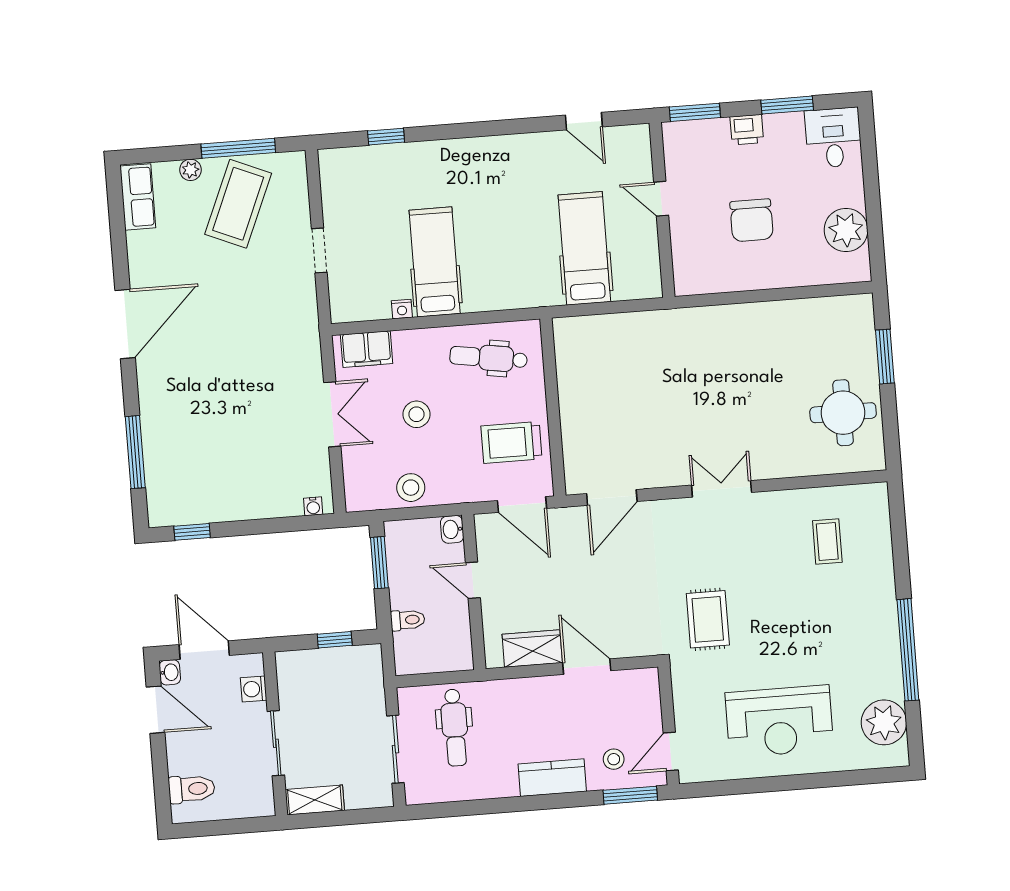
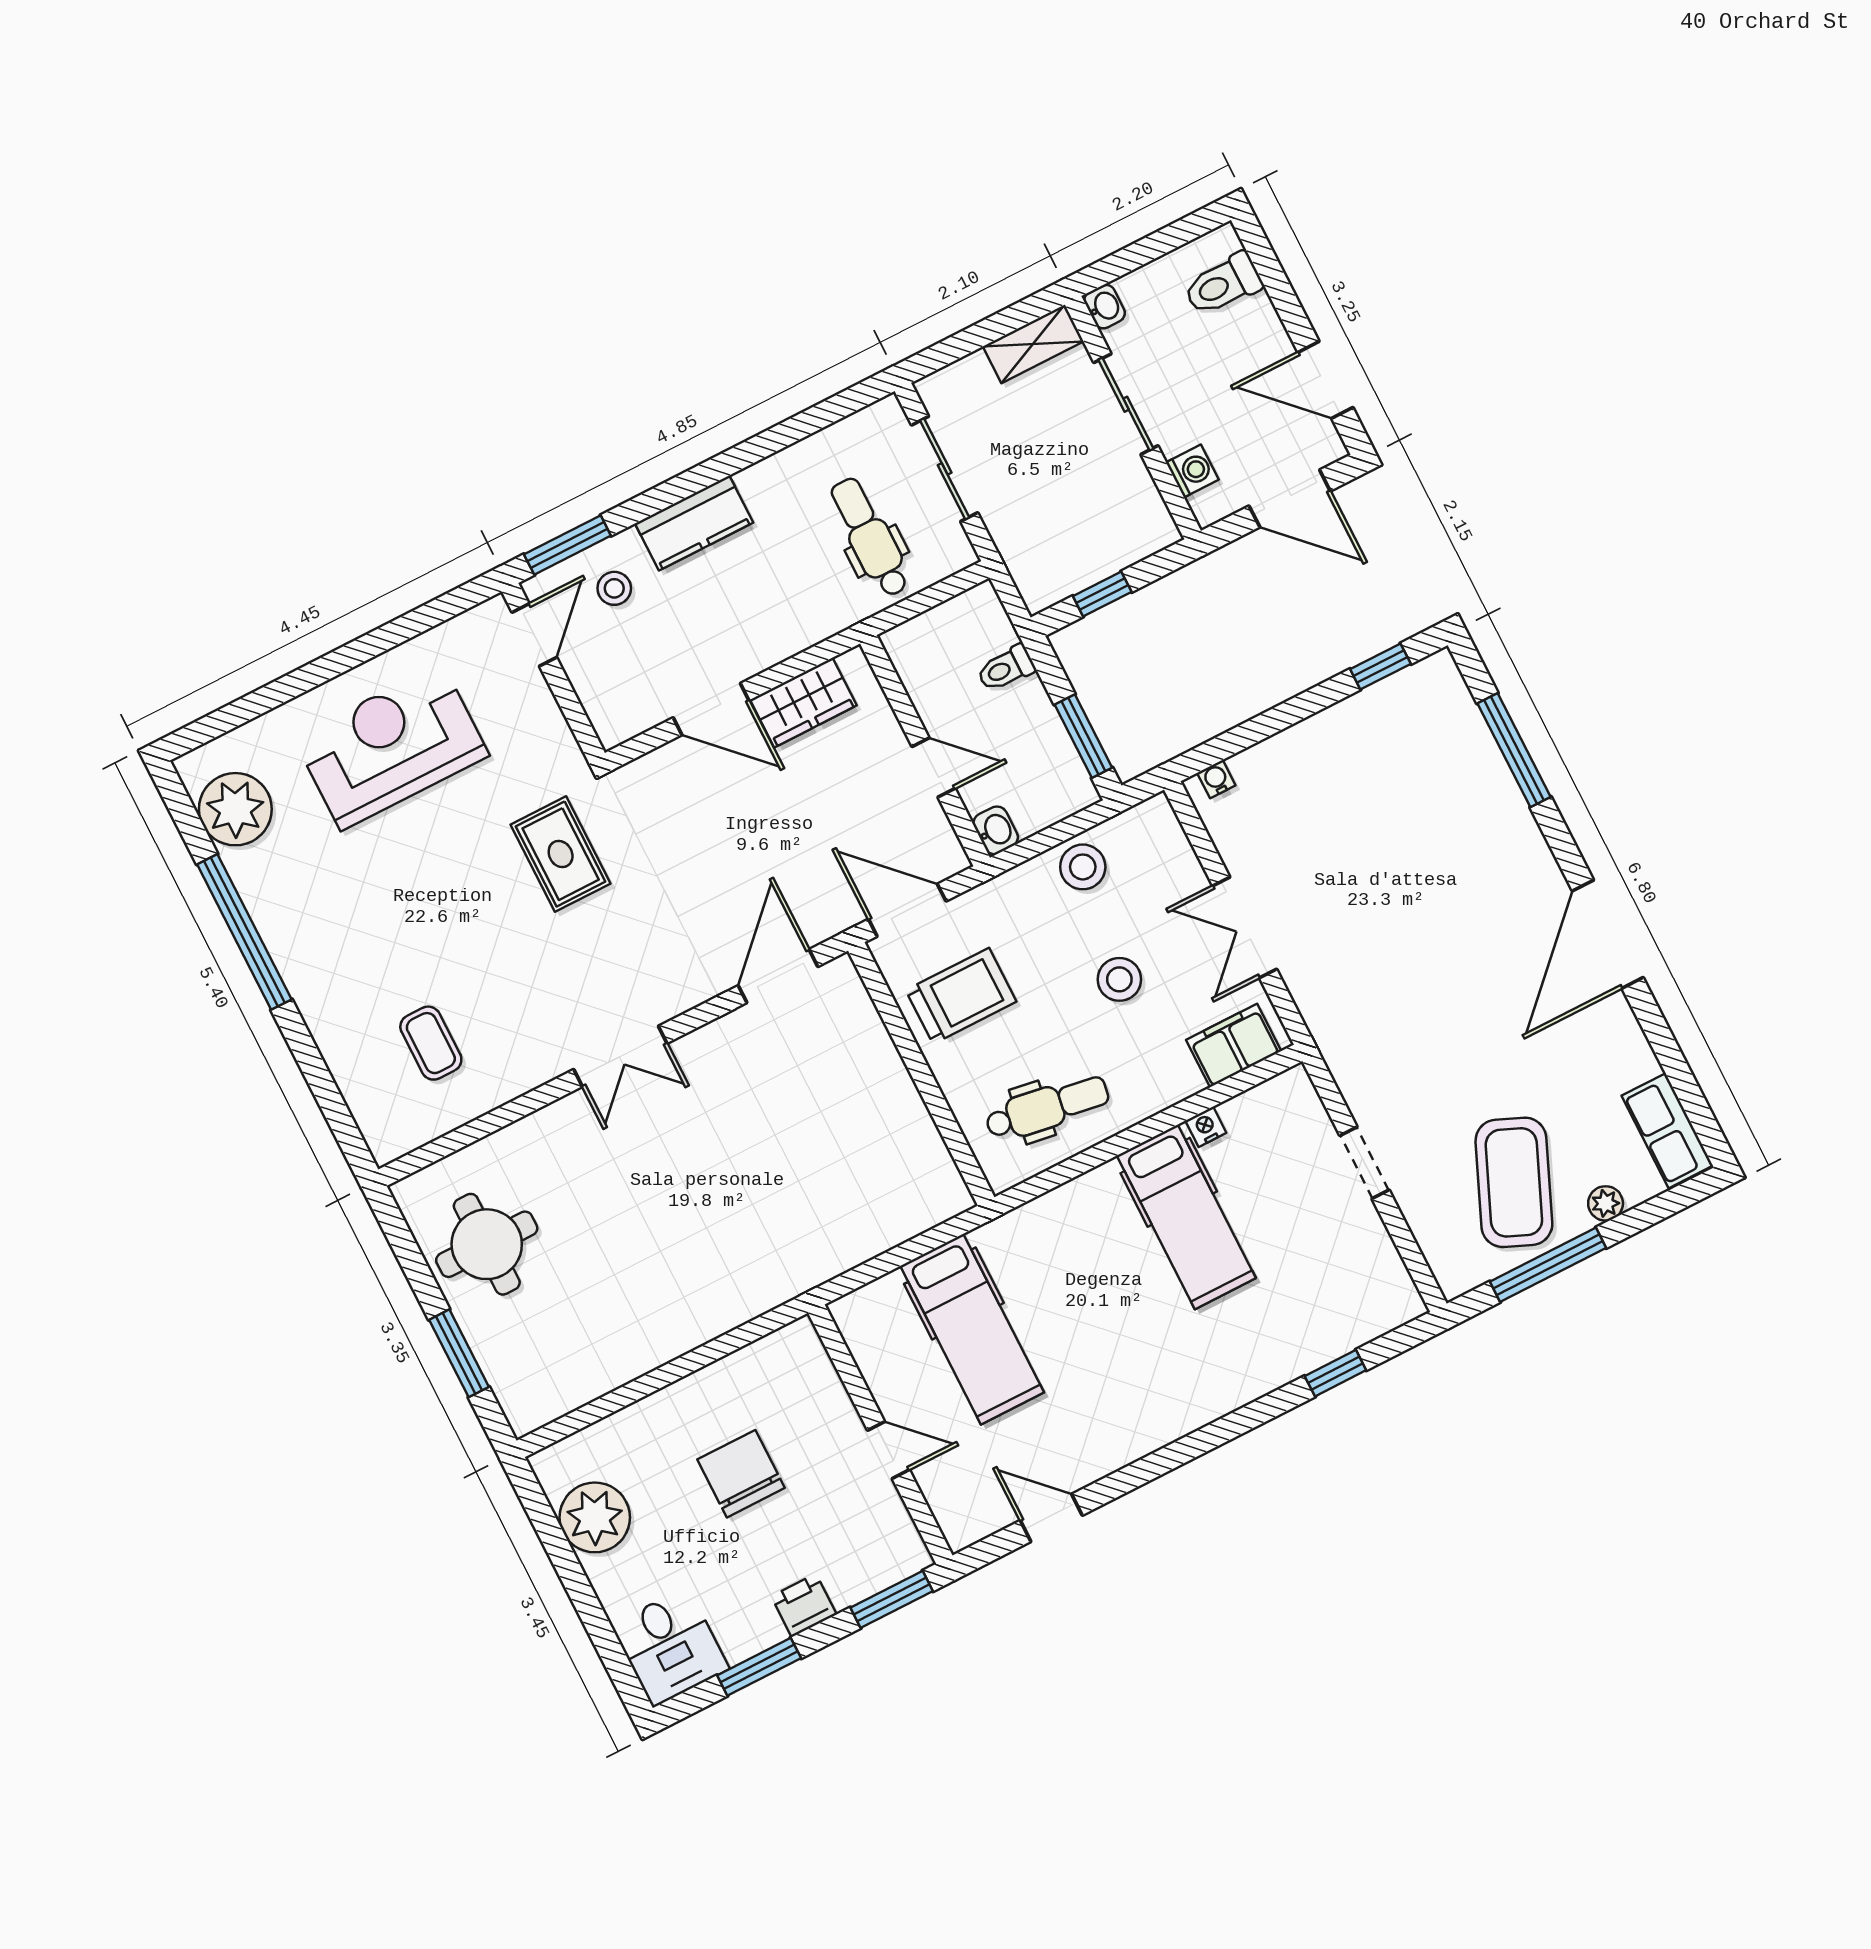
washbasin: (170, 672) -> (1105, 307), moved, turned 180

